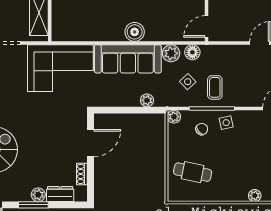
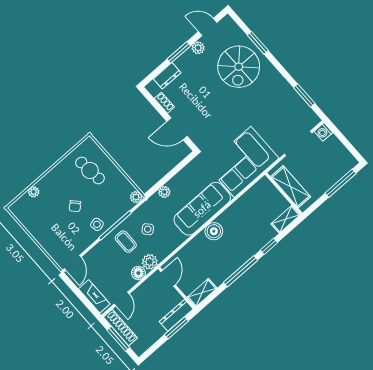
floor lamp: (192, 52) -> (138, 273), moved
plant: (171, 53) -> (150, 262), moved
chair: (202, 129) -> (75, 206), moved
door: (91, 143) -> (177, 129), hinge flipped
cafe table: (193, 172) -> (90, 170), turned 72
plant: (38, 195) -> (198, 48), moved

